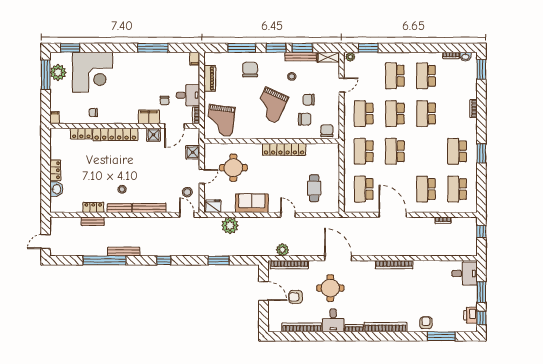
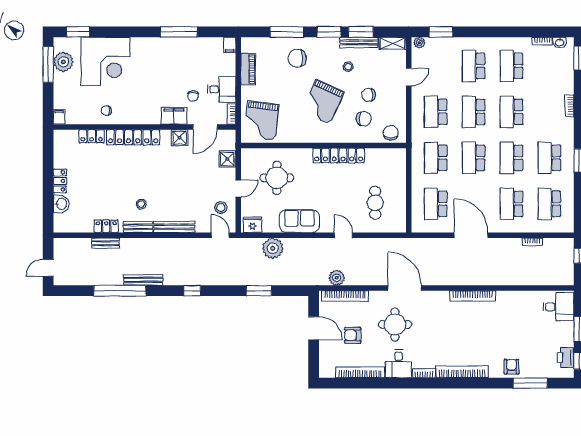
chair: (250, 70) -> (297, 58), turned -90
school desk: (426, 151) -> (511, 158), added

